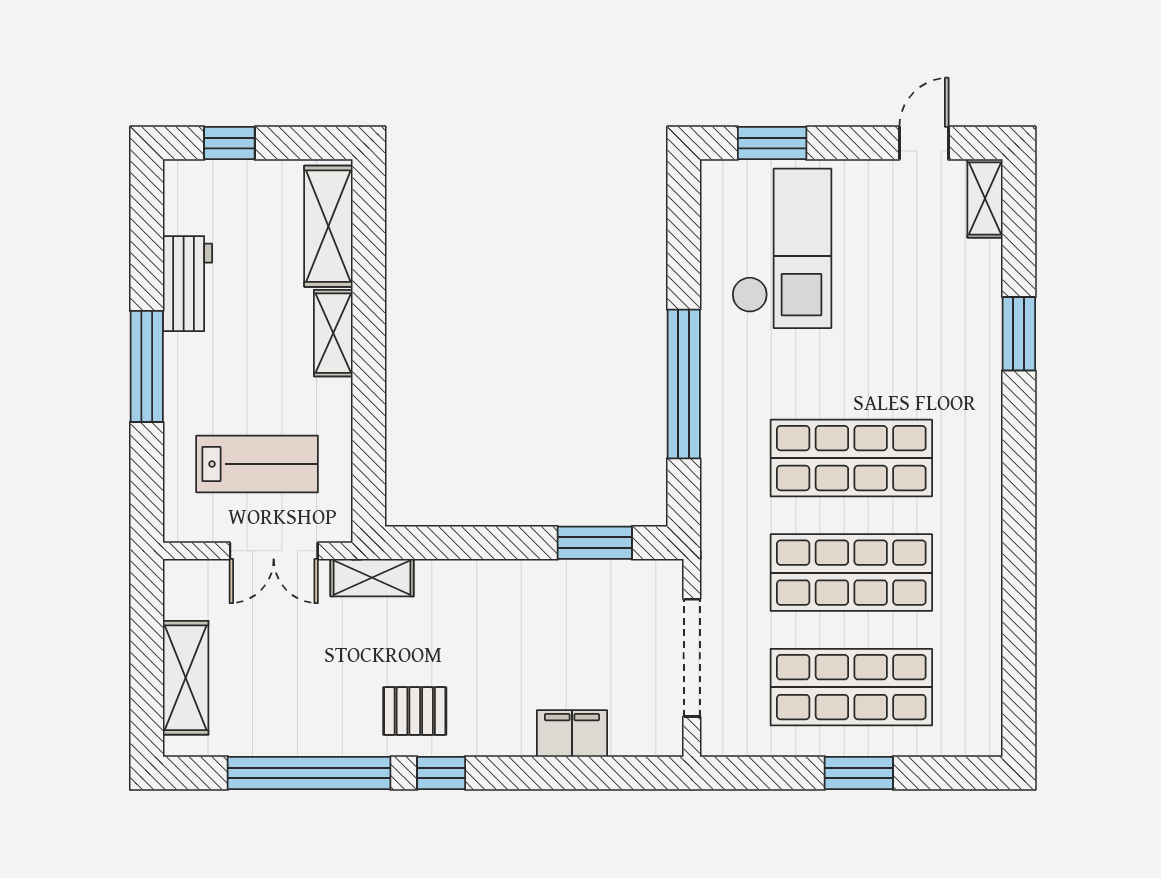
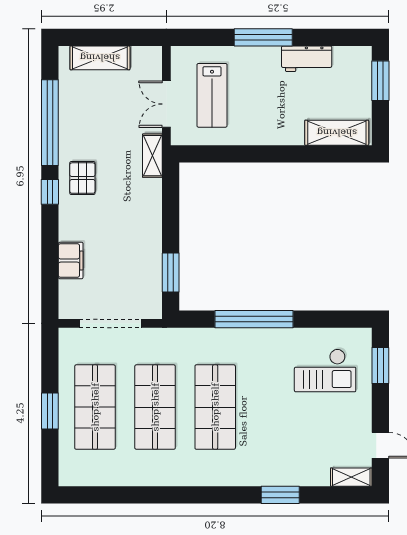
window: (229, 143) -> (380, 81), width x1.50
checkout: (782, 248) -> (325, 370), width x0.73, depth x0.83
shelving: (333, 333) -> (281, 135), removed

